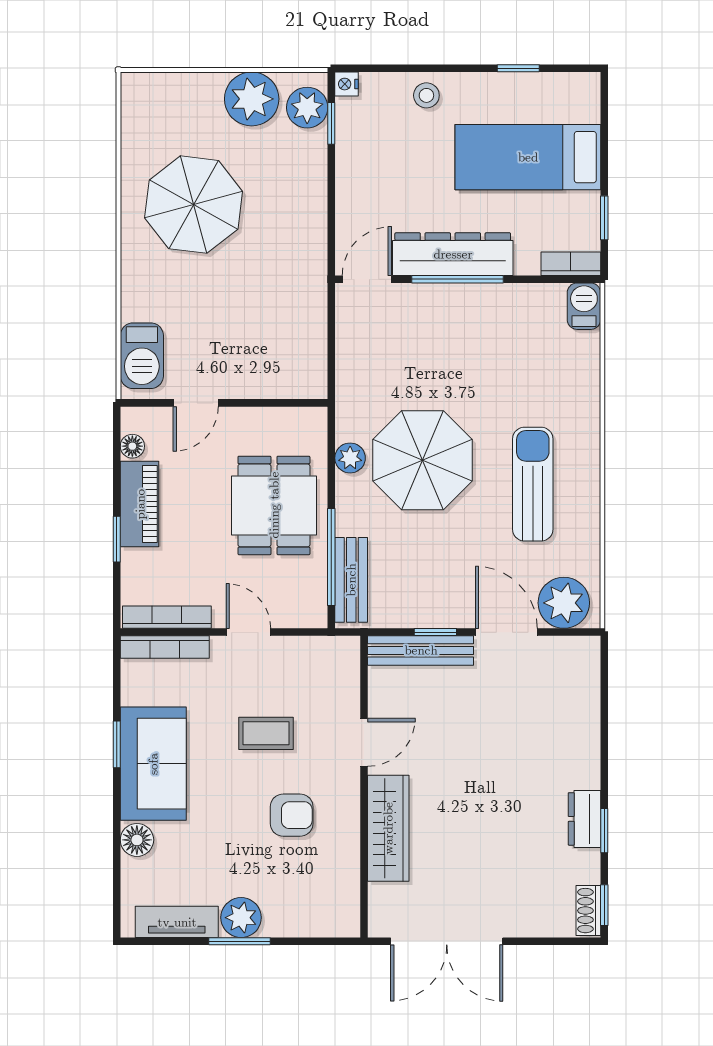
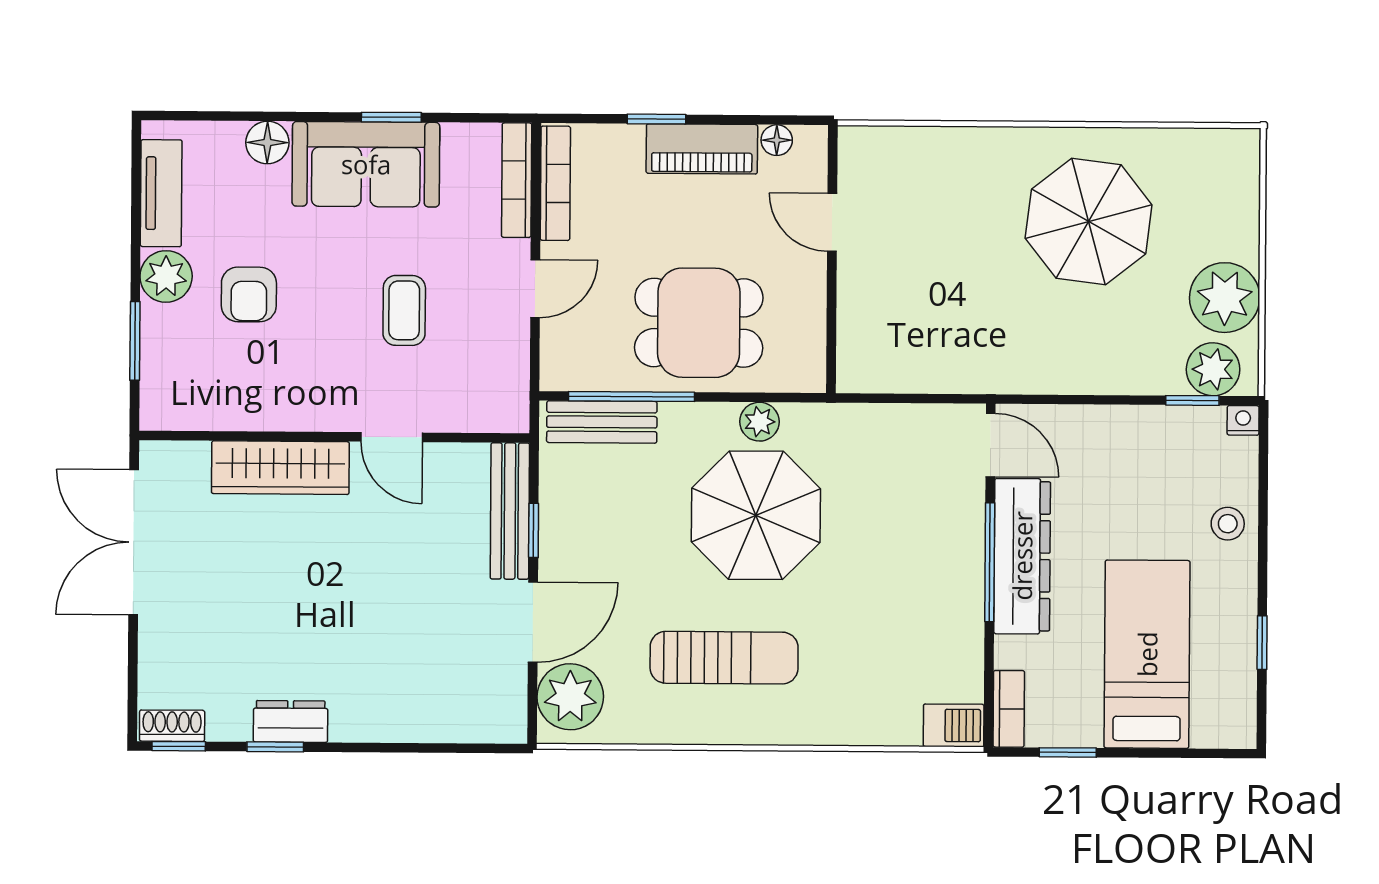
barbecue: (142, 356) -> (894, 153), removed
armchair: (292, 815) -> (249, 294), moved
window: (239, 941) -> (135, 341), moved

